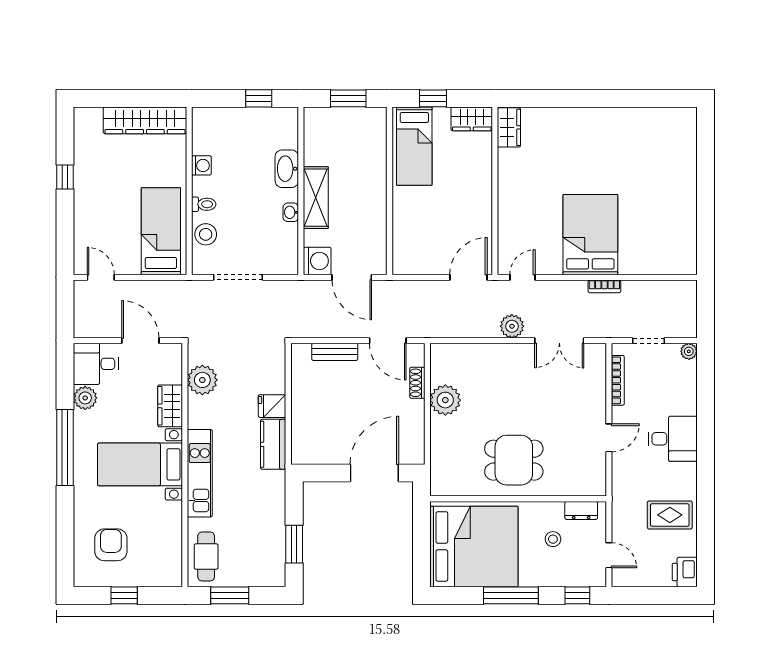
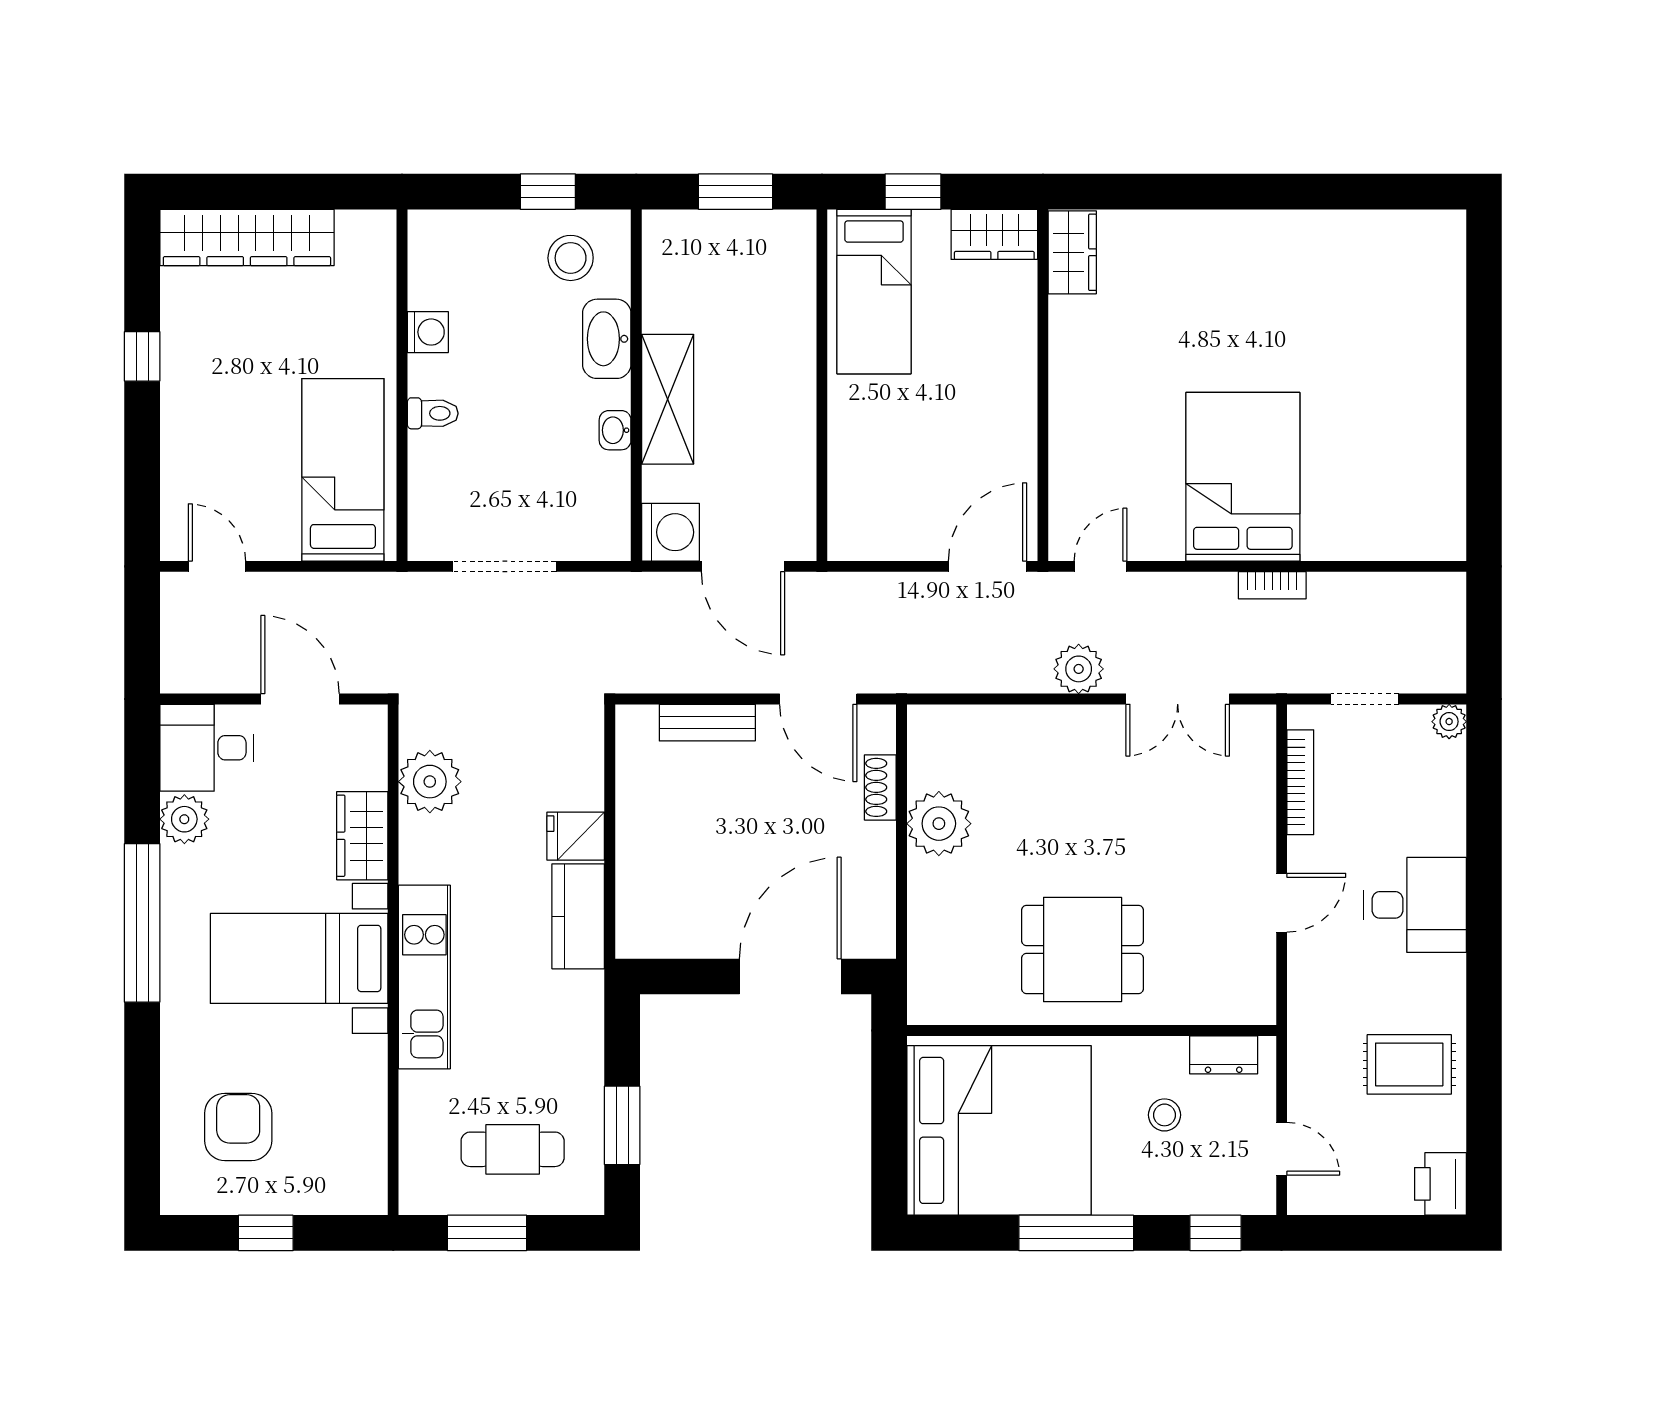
wardrobe: (145, 120) -> (247, 237), moved
stool: (206, 234) -> (571, 258), moved
cafe table: (206, 556) -> (513, 1149), moved, turned 90

